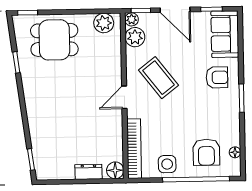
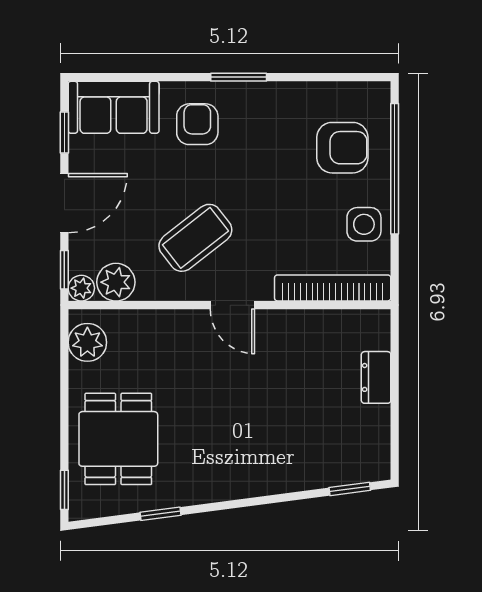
floor lamp: (235, 152) -> (344, 92), removed
floor lamp: (115, 170) -> (374, 326), removed

